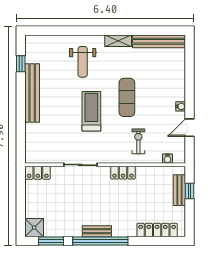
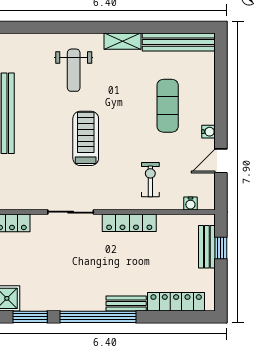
exercise mat: (127, 97) -> (168, 106), moved
locker: (123, 173) -> (129, 223), width x1.53
bench: (97, 231) -> (126, 303), moved

